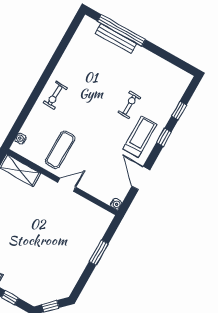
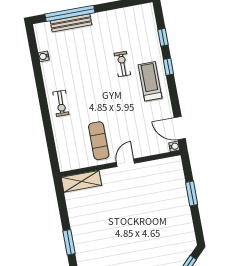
water cooler: (20, 139) -> (44, 56), moved
door: (141, 178) -> (180, 128), moved

